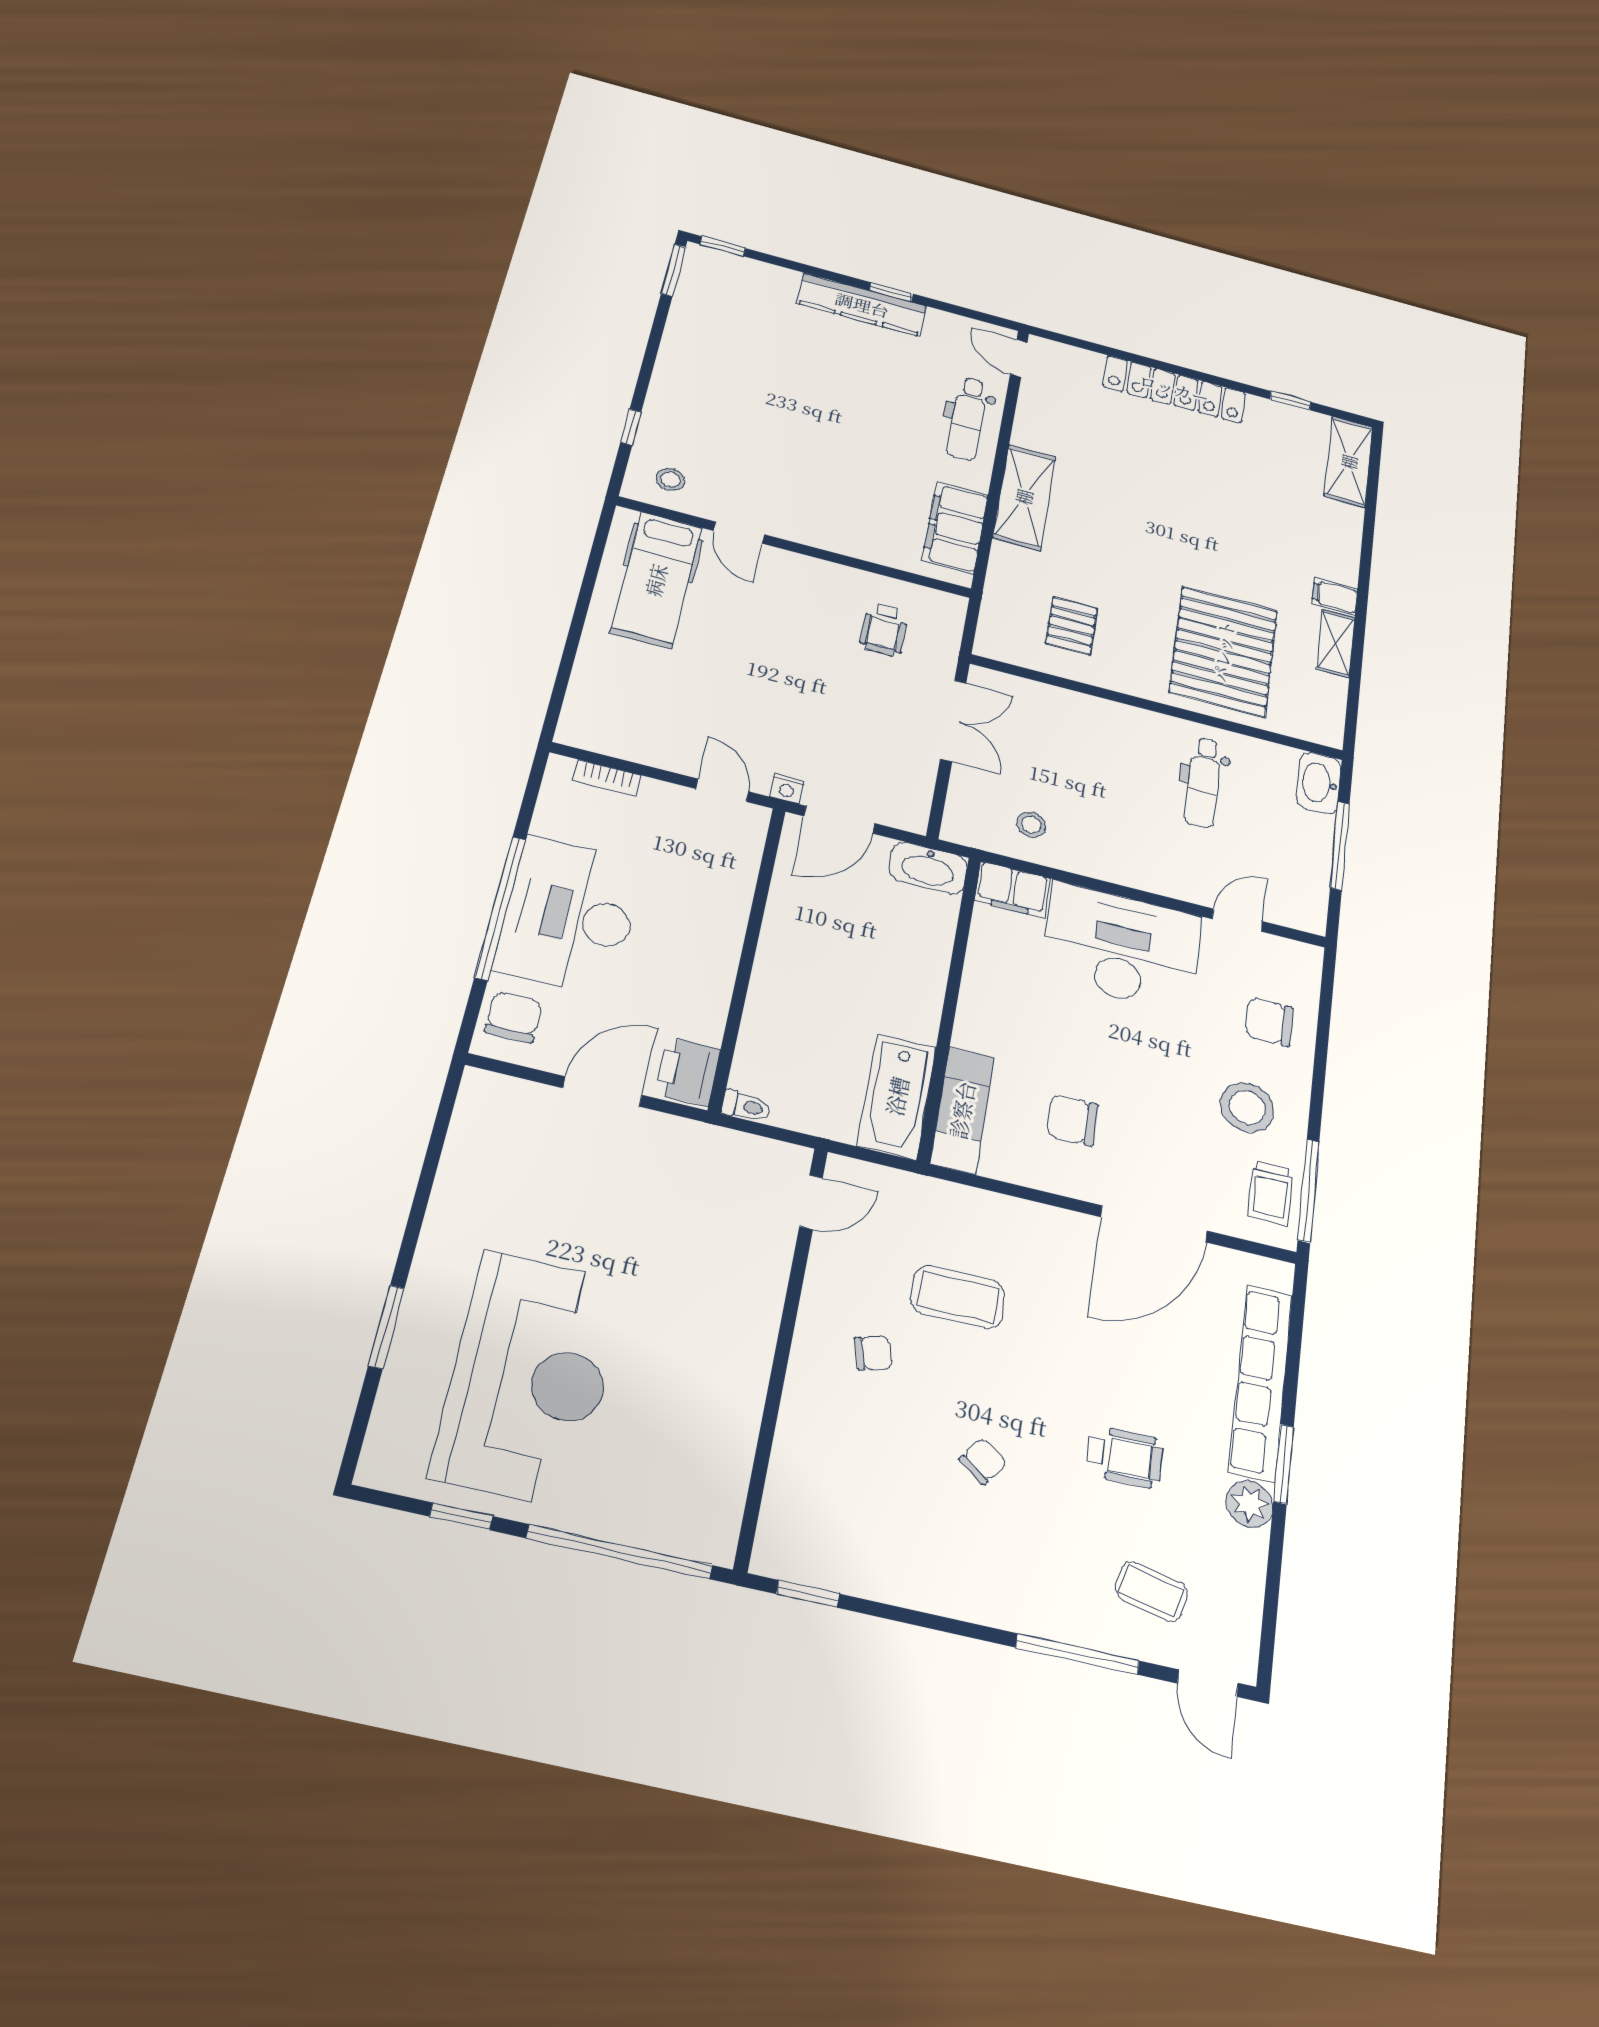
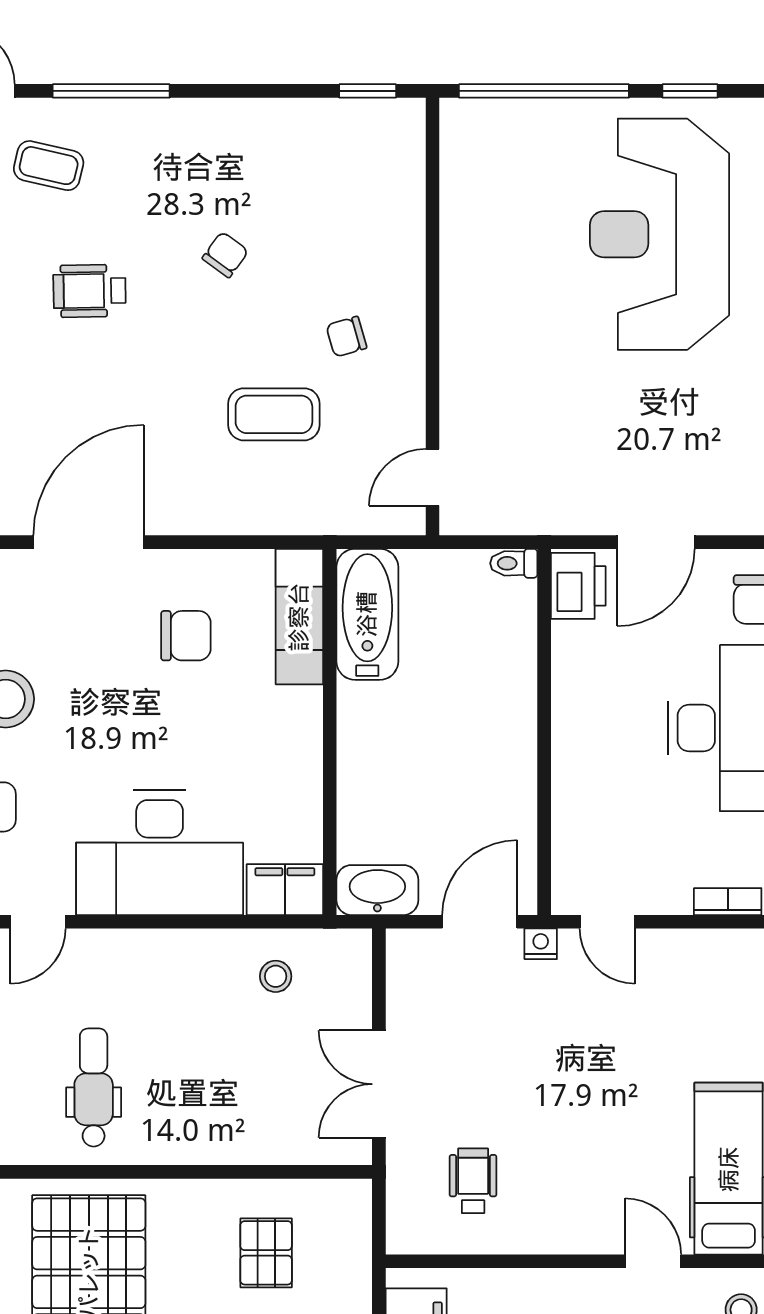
chair: (983, 1461) -> (225, 255), turned 180

